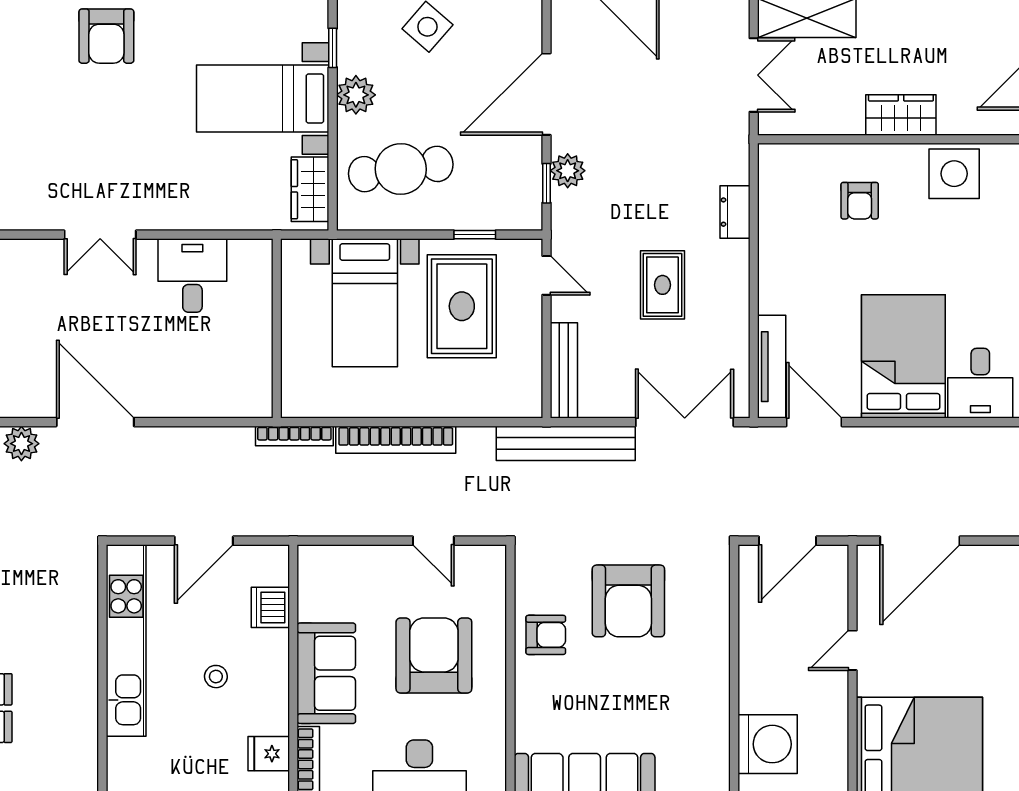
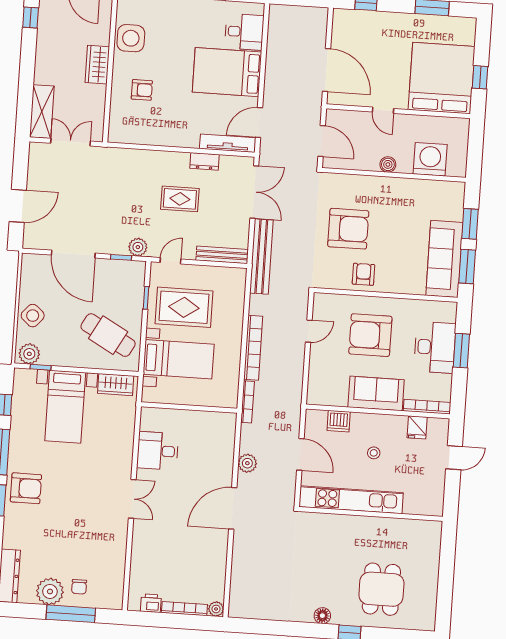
plant: (356, 95) -> (29, 354), moved
cafe table: (401, 169) -> (108, 335), turned -53
plant: (568, 171) -> (138, 247), moved
dresser: (735, 212) -> (205, 161), moved
double door: (685, 422) -> (254, 192), swing flipped
plant: (21, 444) -> (247, 463), moved
boiler: (753, 666) -> (388, 164), added

